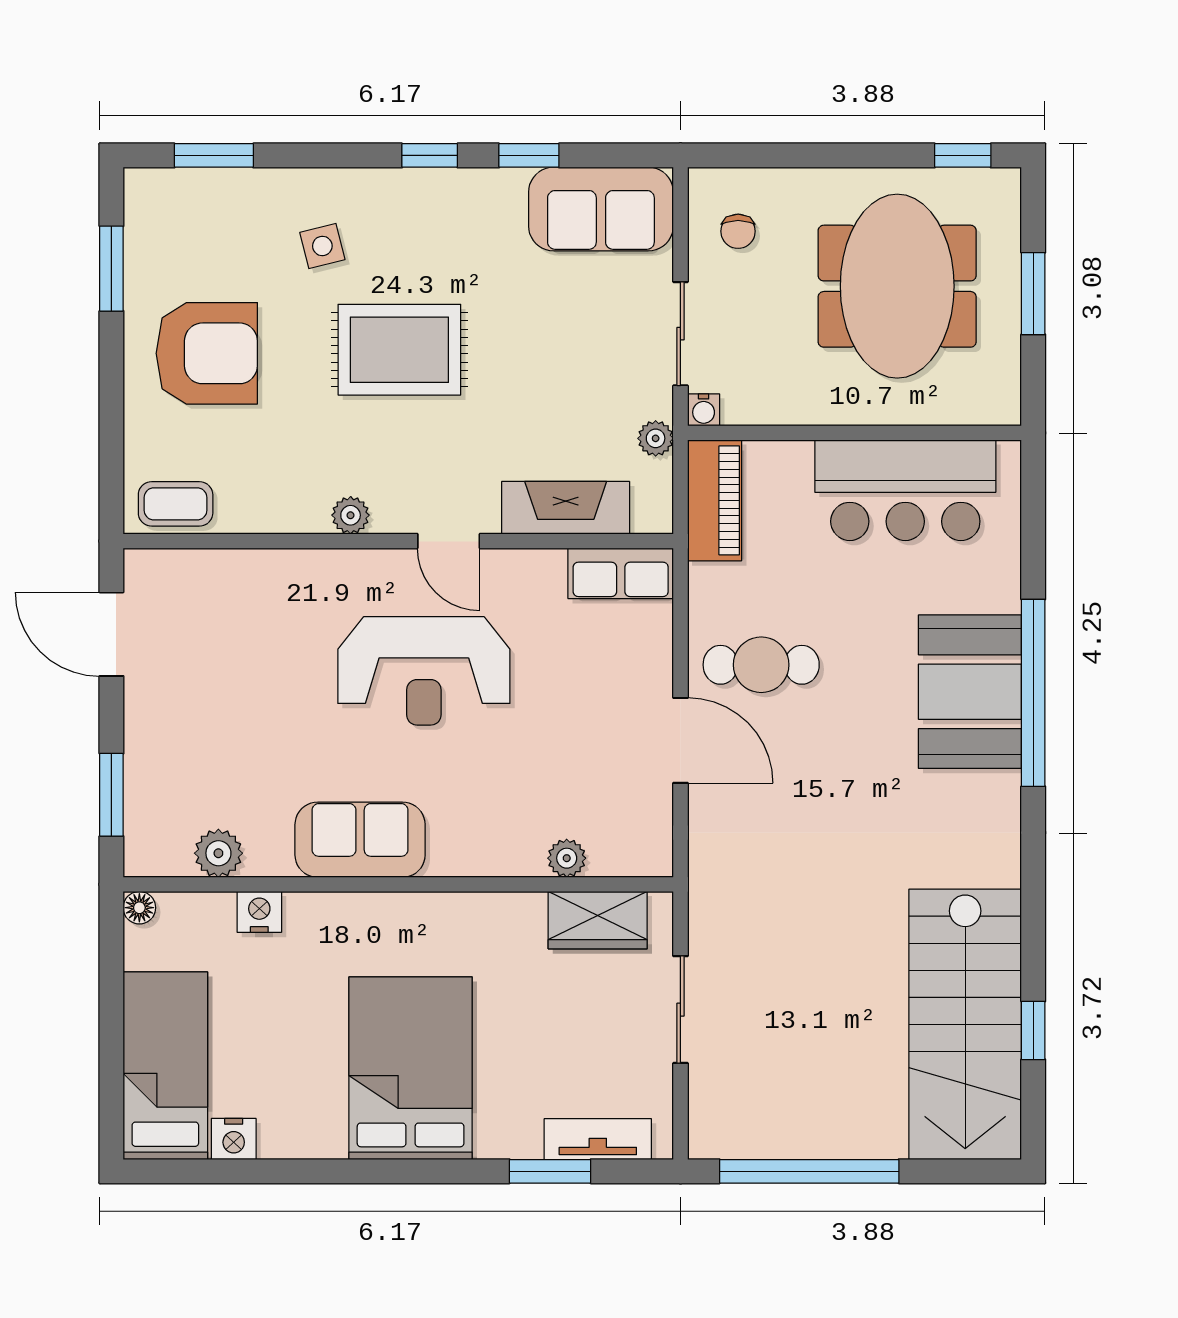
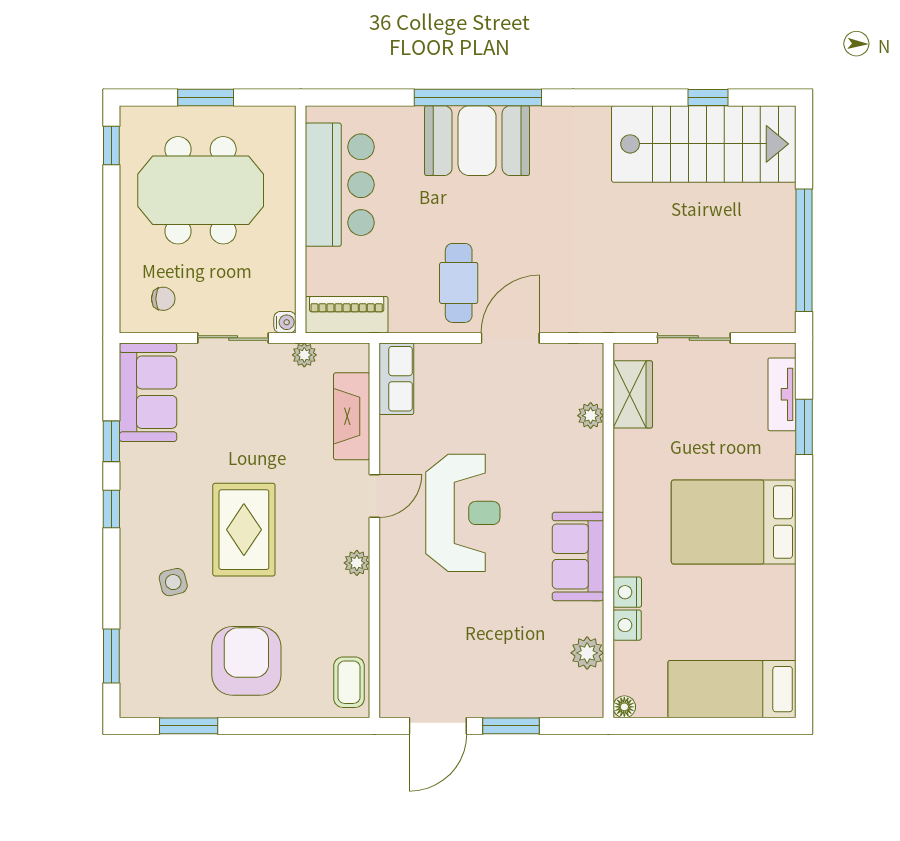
window: (111, 795) -> (511, 726), moved
nightstand: (234, 1139) -> (627, 592), moved, turned 180

